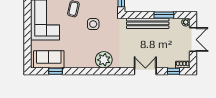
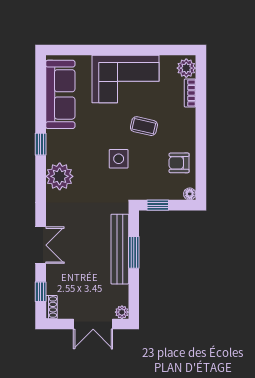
window: (164, 15) -> (134, 252), moved
sofa: (49, 59) -> (60, 94), width x1.36
window: (55, 71) -> (41, 144), moved

